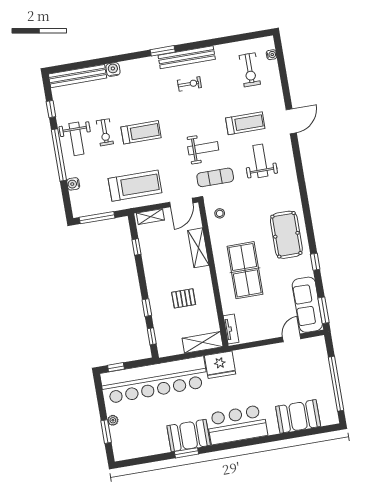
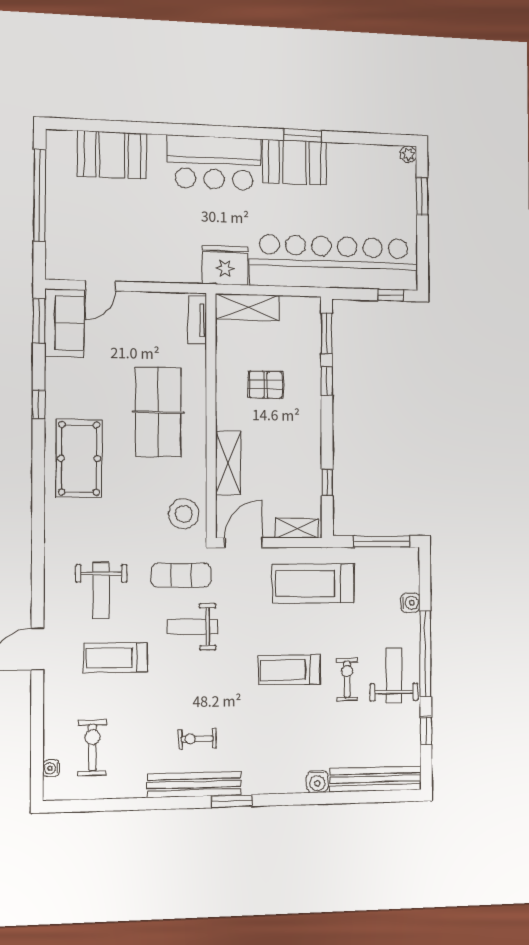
stool: (220, 213) -> (184, 514), width x1.89, depth x1.89
sofa: (307, 305) -> (65, 323), width x0.73
window: (152, 336) -> (327, 333), width x1.50
plant: (113, 420) -> (408, 154), moved

